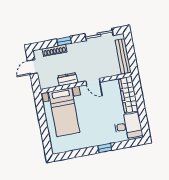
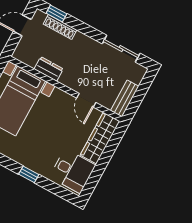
window: (64, 41) -> (56, 14), moved
bench: (123, 56) -> (125, 98), width x0.73
door: (93, 82) -> (86, 100), moved

